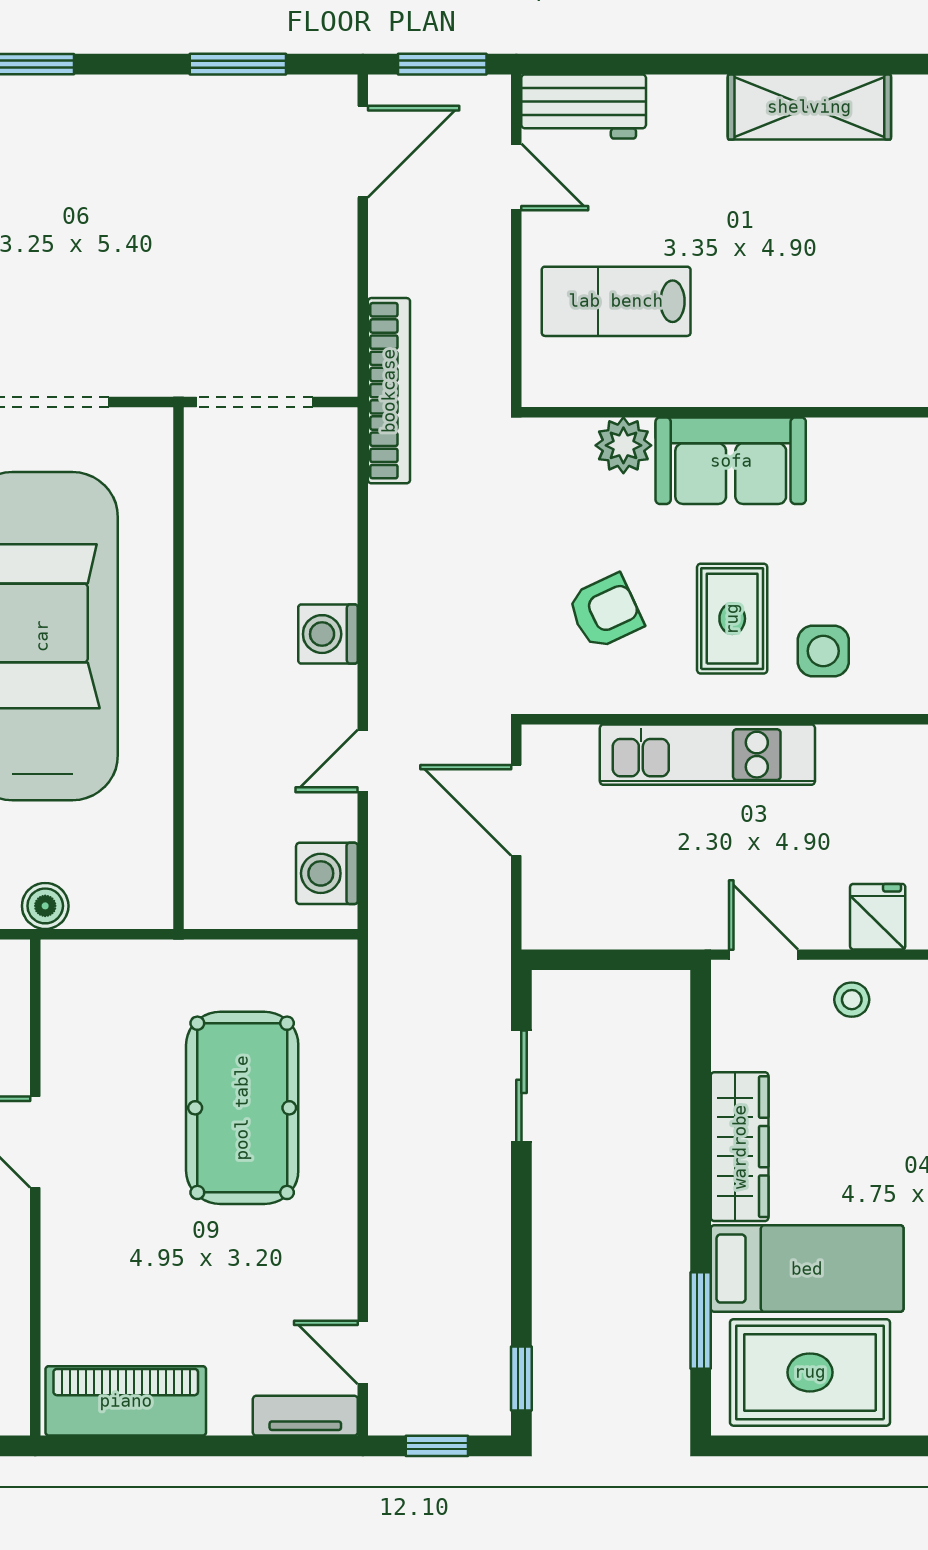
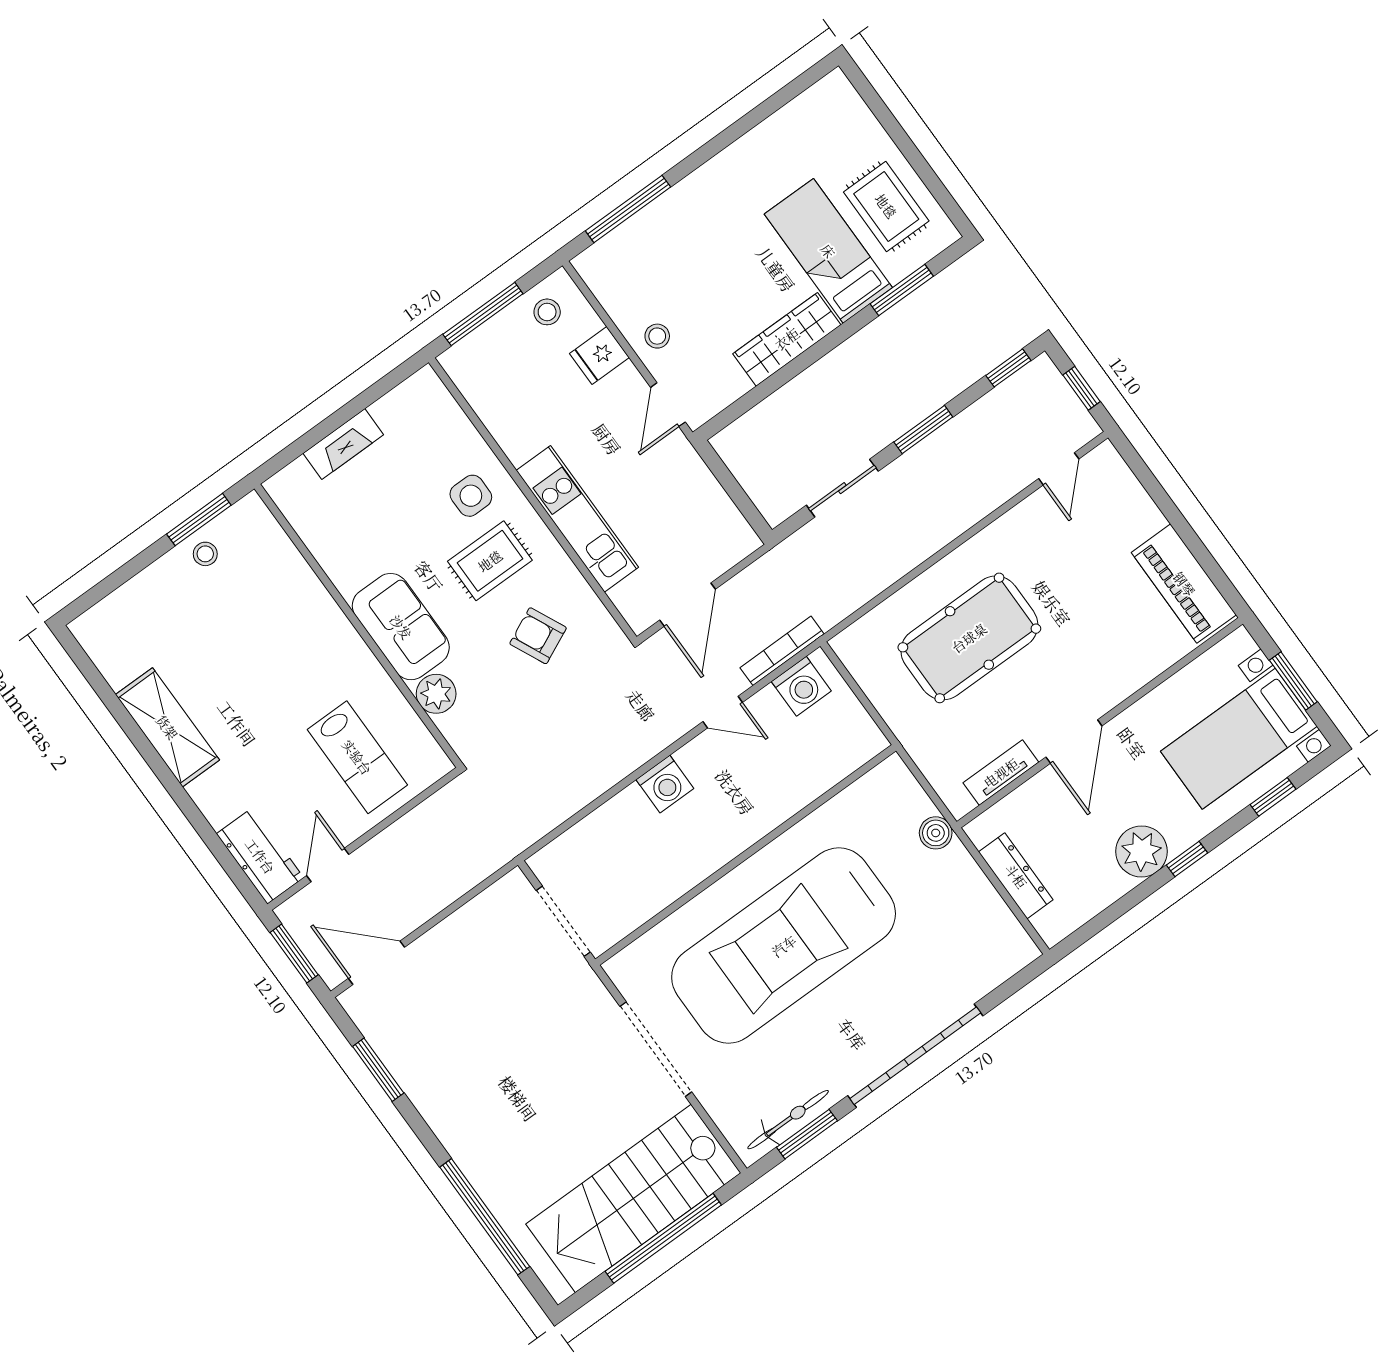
bookcase: (389, 391) -> (782, 651), moved, width x0.68, depth x0.76
window: (521, 1229) -> (923, 429), added
rug: (810, 1372) -> (886, 206), width x0.73, depth x0.70
tv unit: (305, 1416) -> (1001, 773), moved, turned 90

